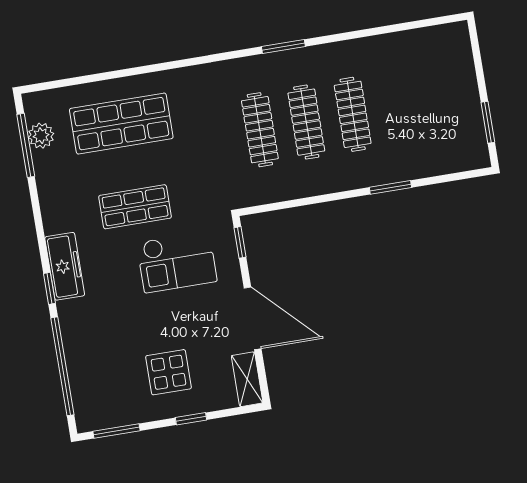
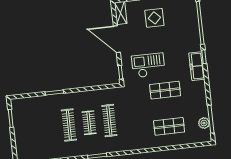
clothes rail: (306, 122) -> (89, 123), width x0.73
shop shelf: (121, 124) -> (169, 126), width x0.70, depth x0.74

